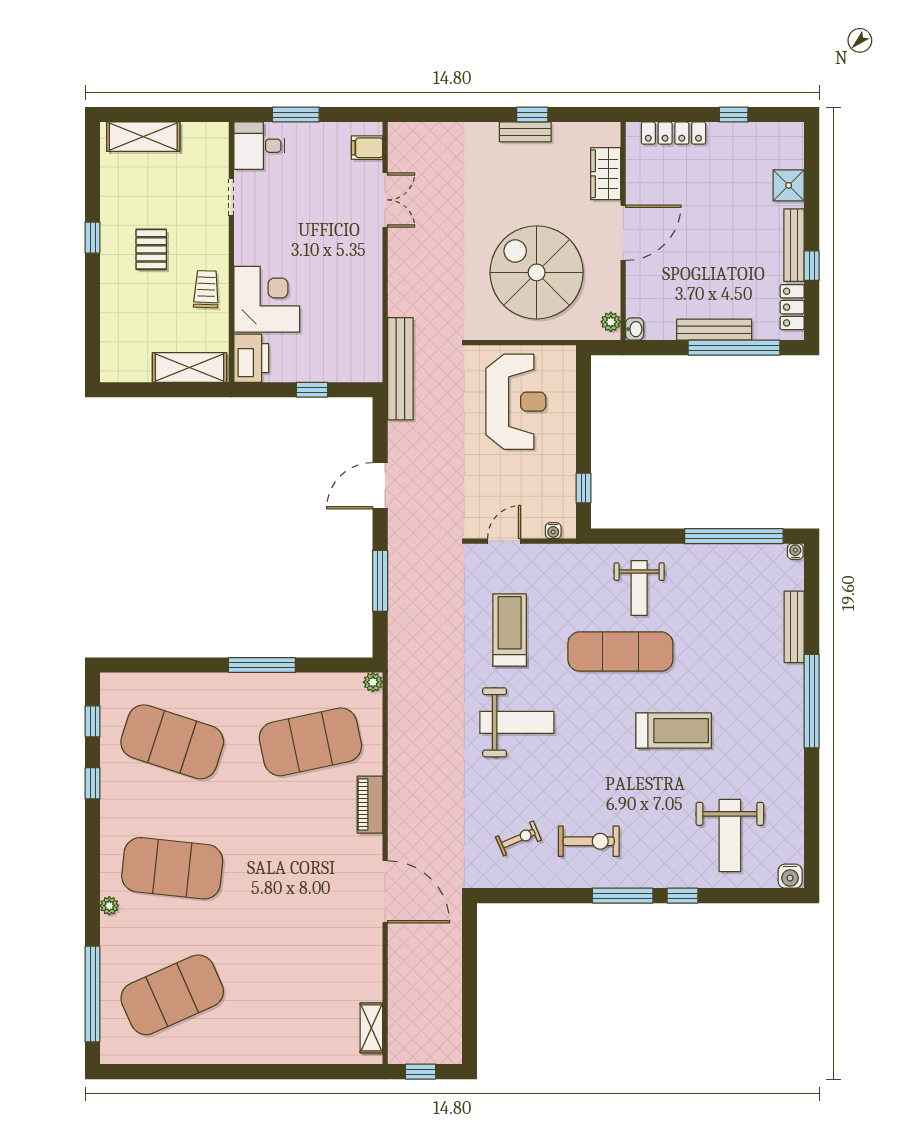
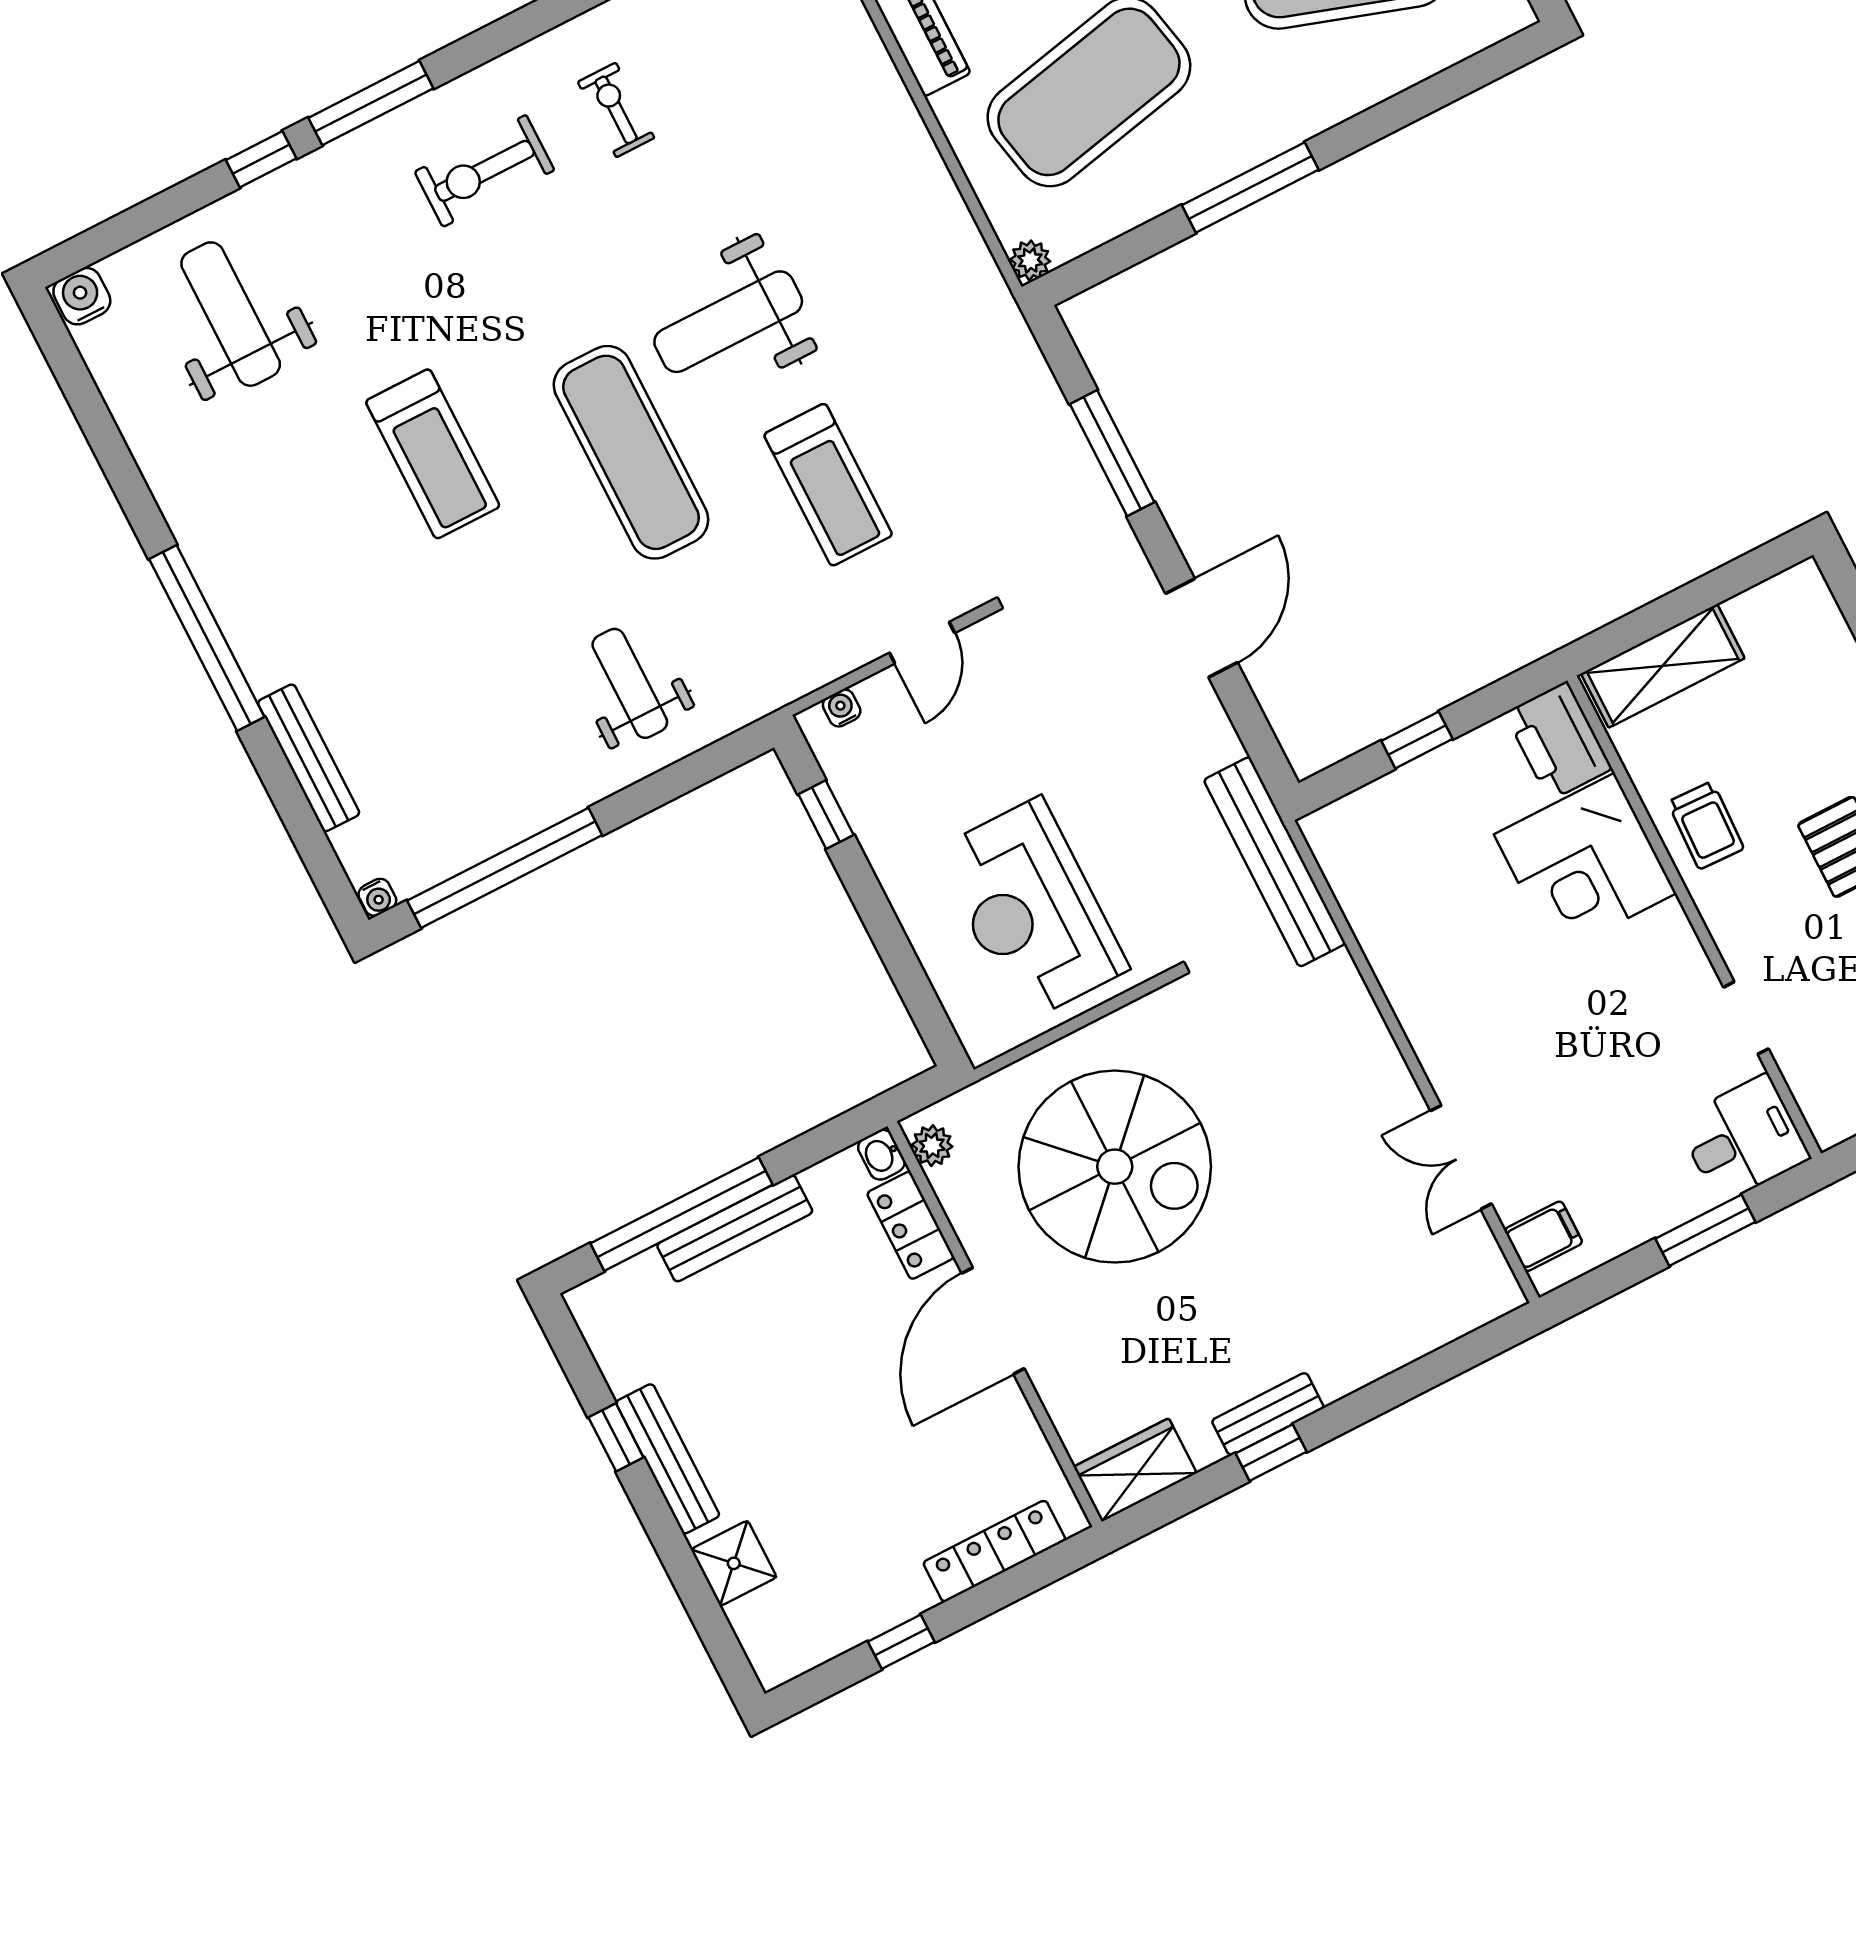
wardrobe: (606, 174) -> (1135, 1470), moved, turned -90
locker: (792, 307) -> (911, 1225), moved, turned 180
exercise mat: (620, 651) -> (631, 452), moved, turned 90
treadmill: (674, 731) -> (433, 454), turned -90
exercise bike: (518, 838) -> (616, 110), turned 113

